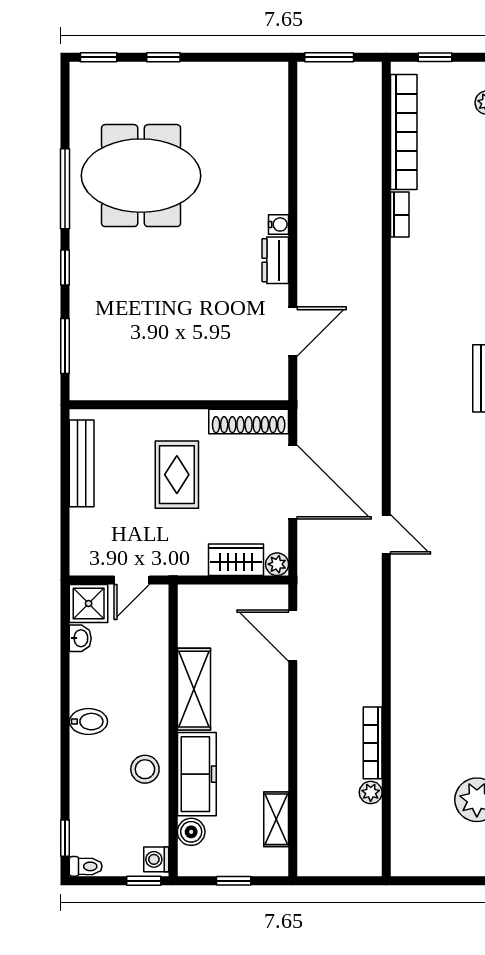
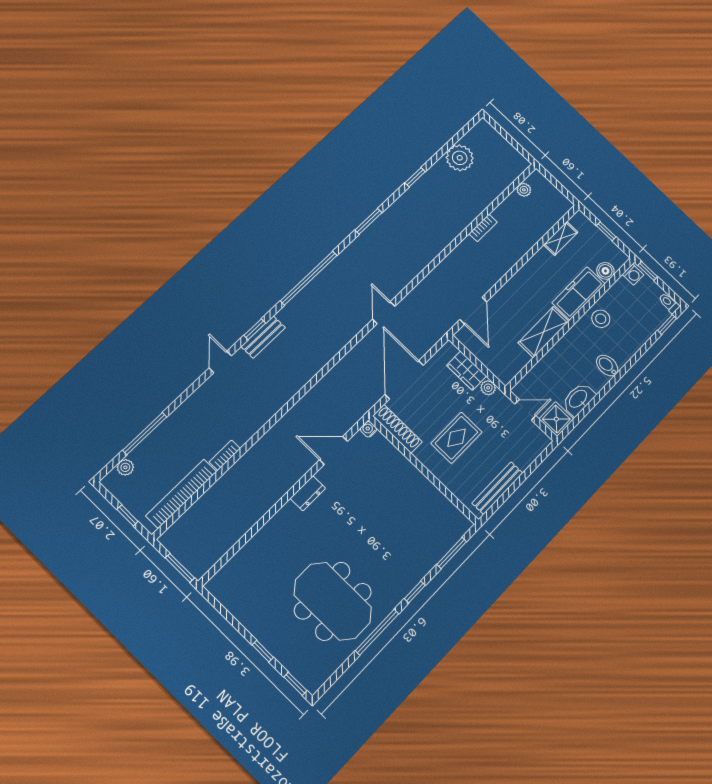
water cooler: (279, 224) -> (368, 429), moved
plant: (277, 564) -> (488, 388), moved
washbasin: (80, 638) -> (578, 399), width x1.91, depth x1.45
bookcase: (373, 743) -> (483, 228), width x0.64
plant: (371, 792) -> (524, 190), moved

